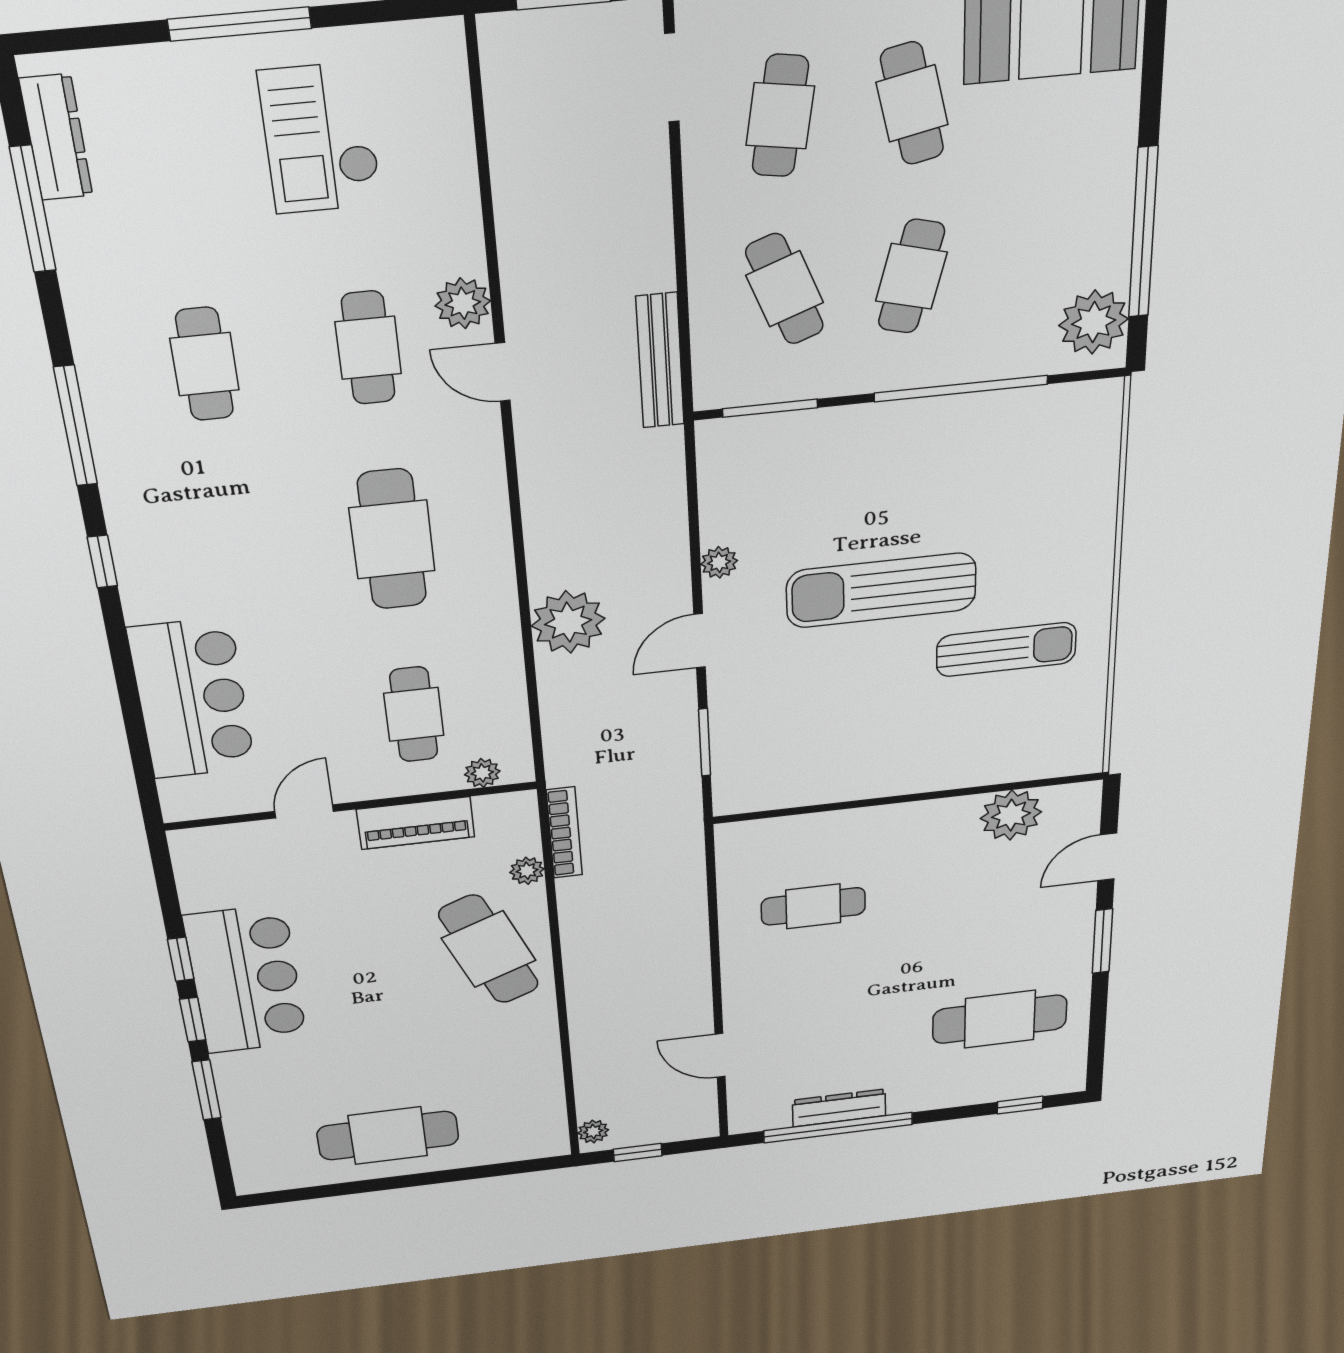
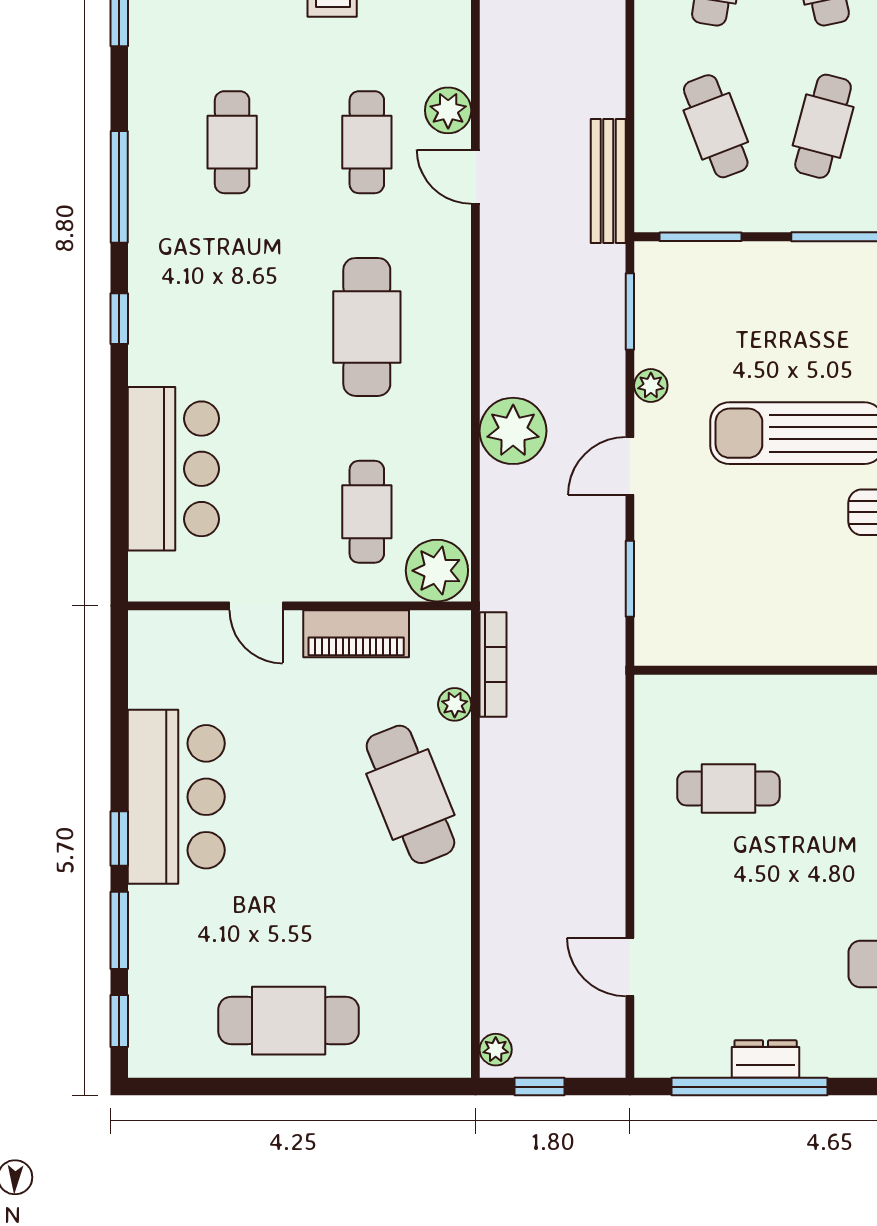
window: (692, 492) -> (630, 312), added
plant: (482, 773) -> (437, 571), width x1.88, depth x1.88
door: (304, 811) -> (256, 606), swing flipped
window: (181, 959) -> (119, 1021), moved
dresser: (839, 1108) -> (766, 1059), width x0.70

